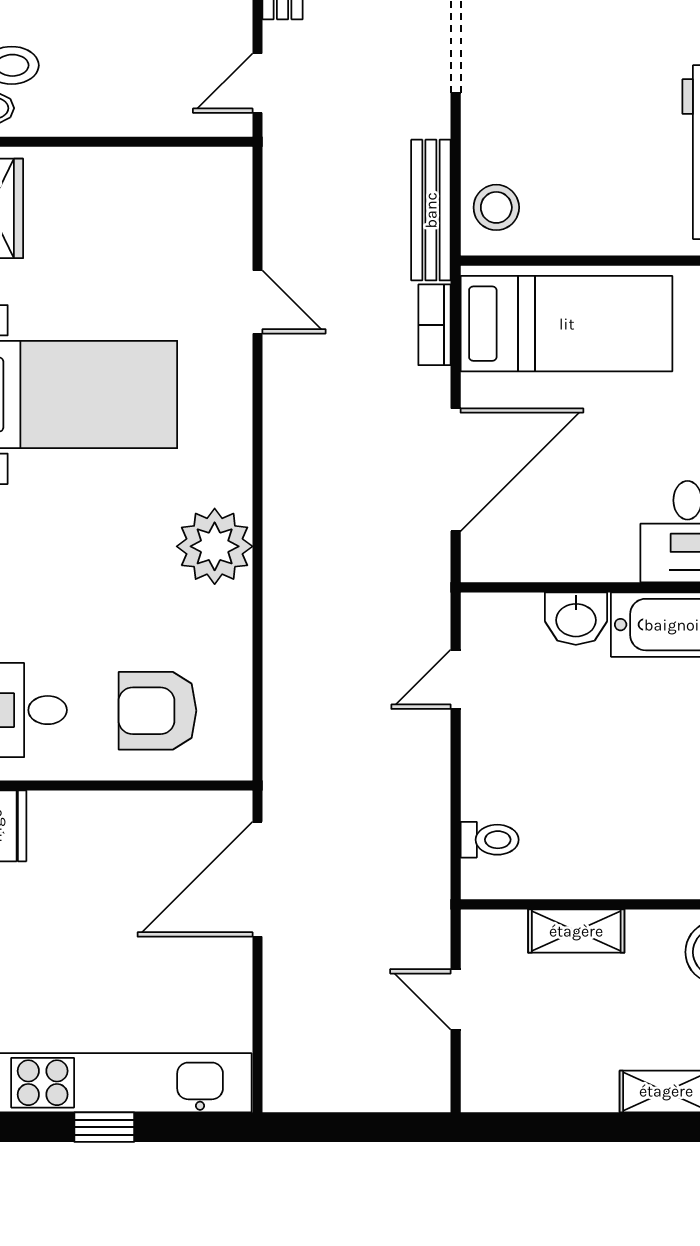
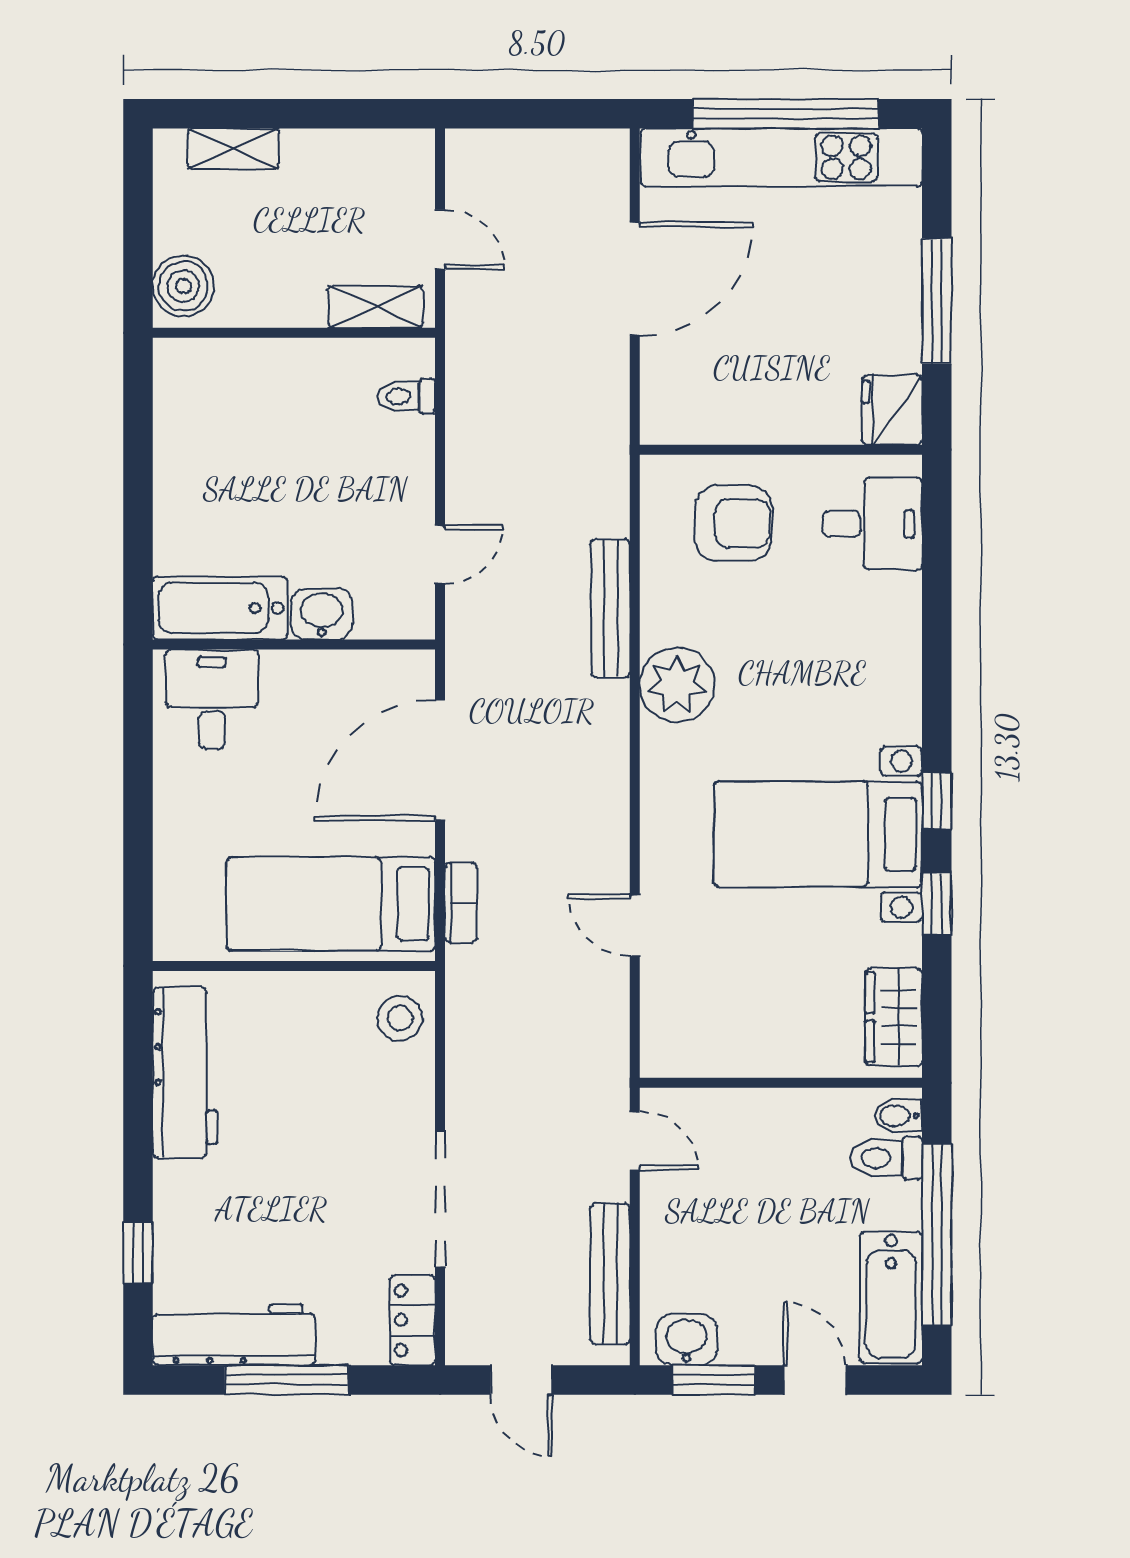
door: (258, 83) -> (635, 1140), hinge flipped
bench: (431, 210) -> (611, 608), moved
door: (258, 879) -> (635, 279), moved
shelving: (576, 931) -> (375, 307), moved
window: (104, 1127) -> (786, 114), width x3.17

